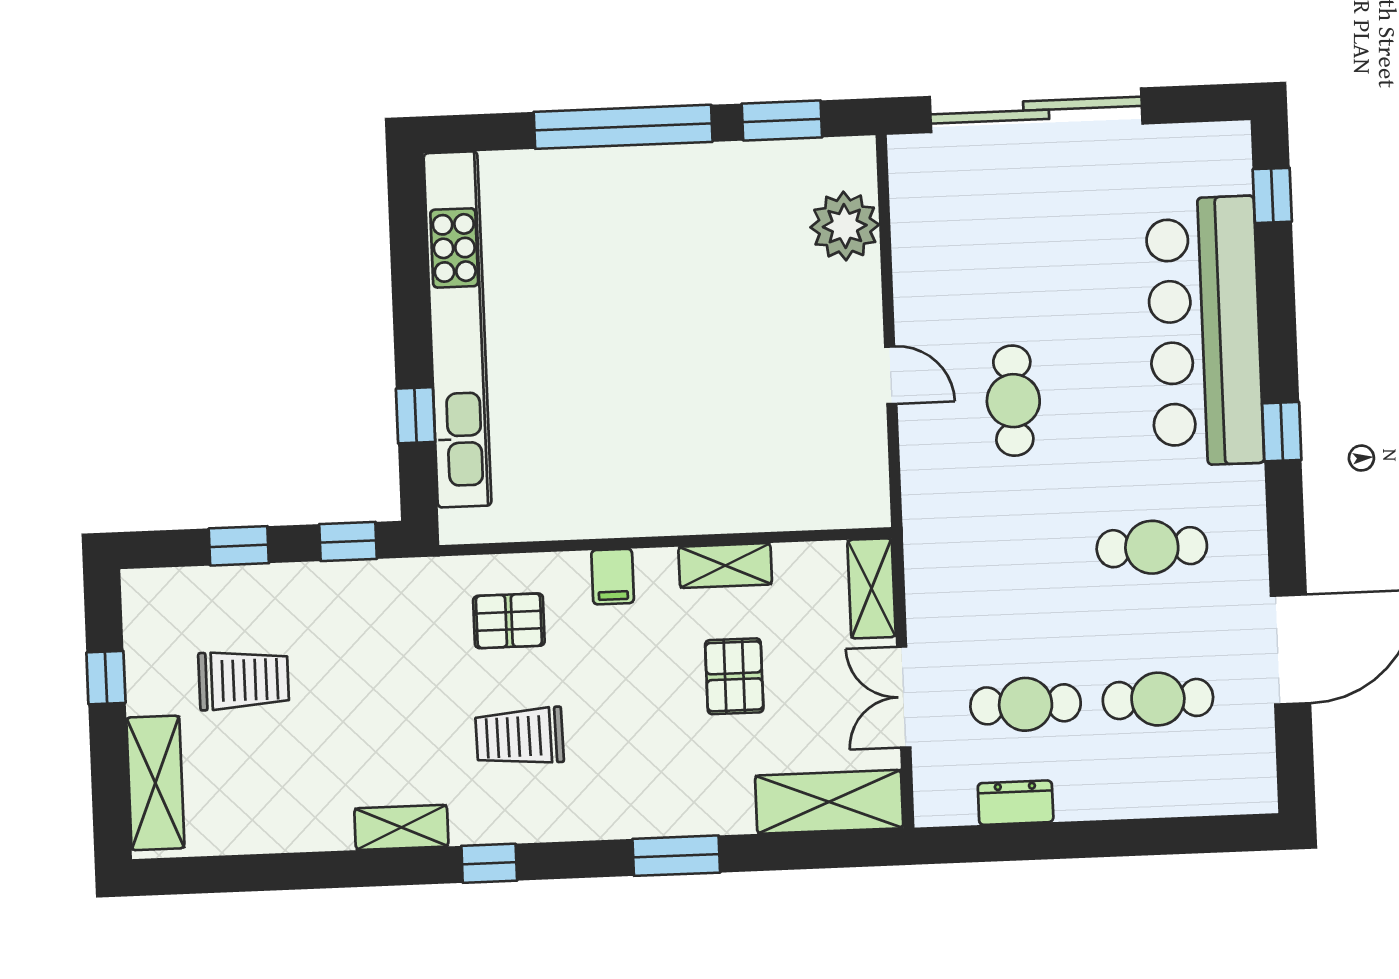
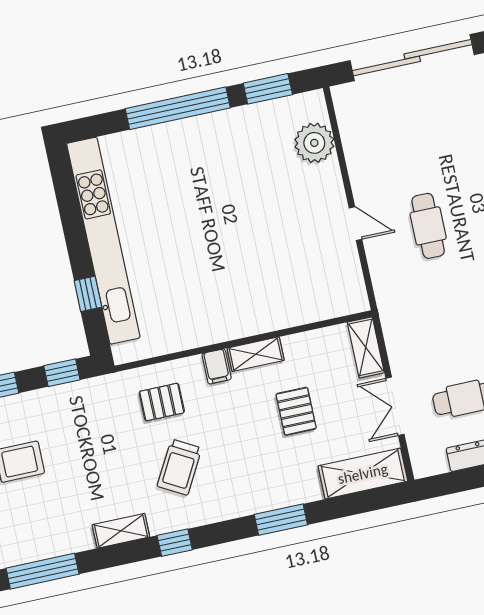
shelving: (725, 566) -> (256, 354), moved
trolley: (520, 737) -> (179, 467), turned -60
window: (256, 873) -> (43, 571), added

